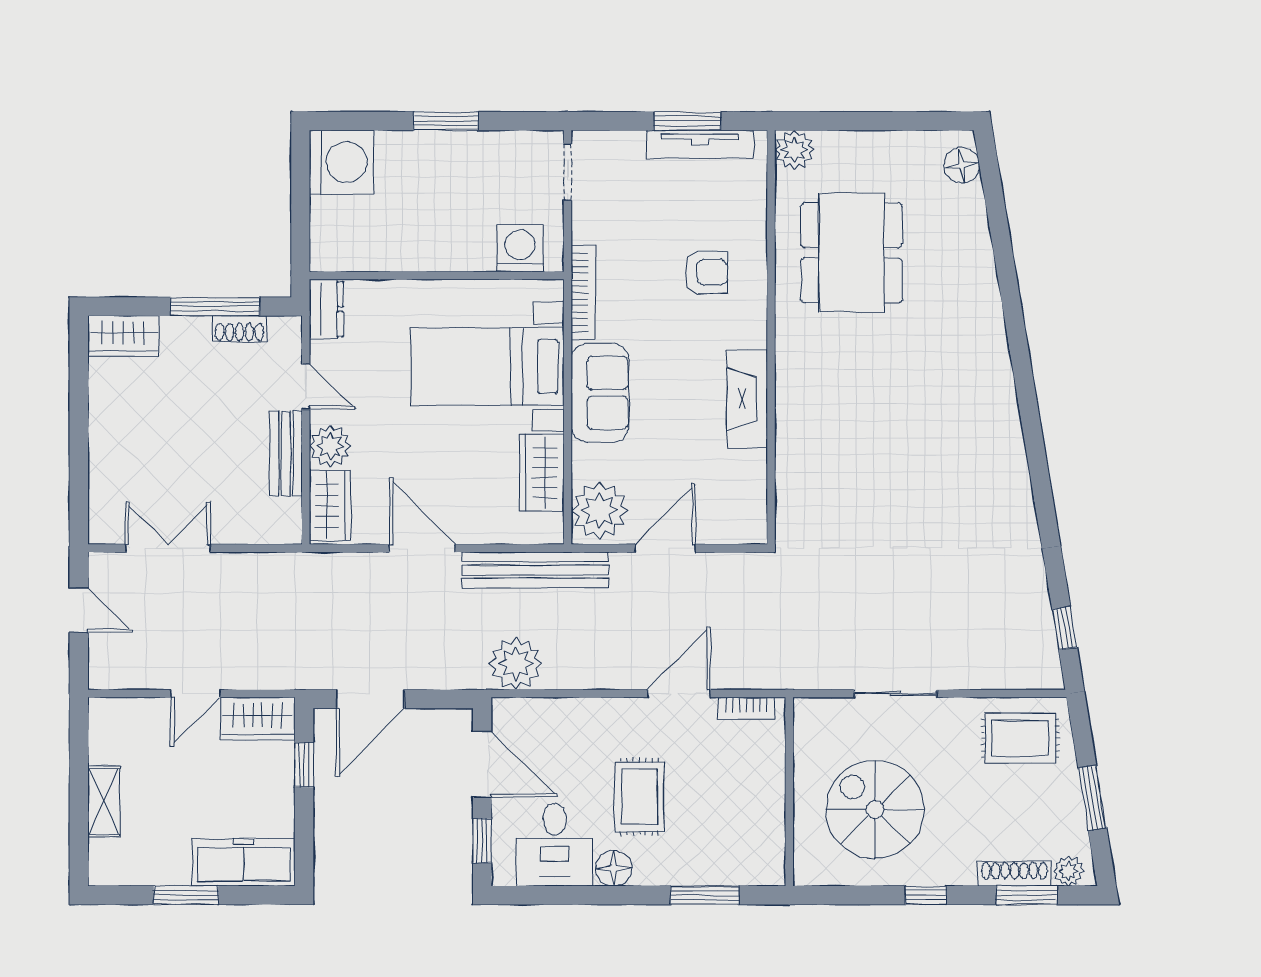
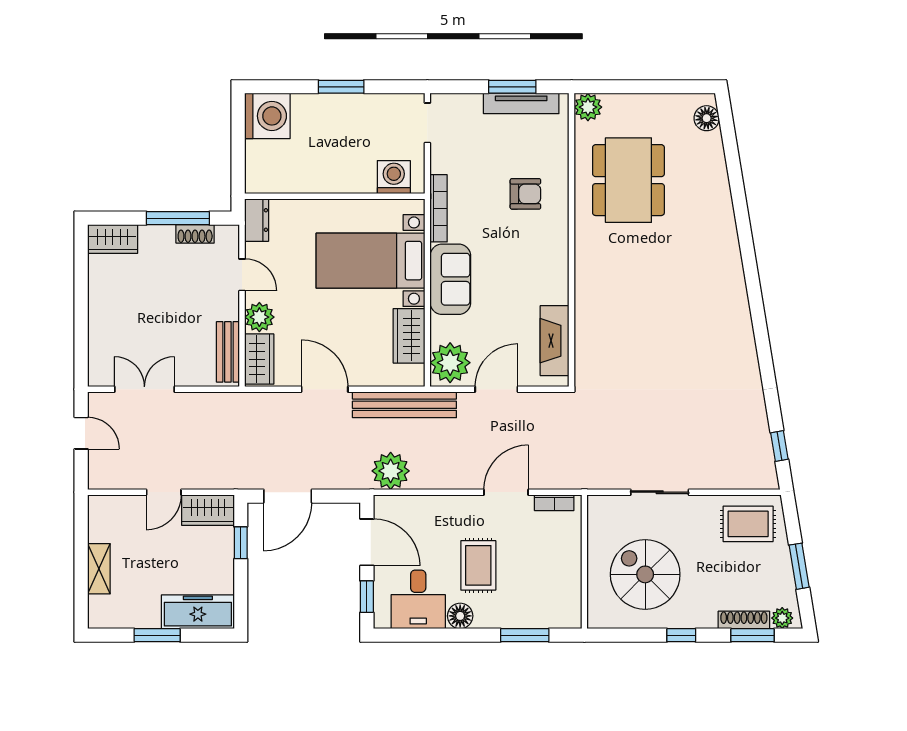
fireplace: (747, 399) -> (555, 341), moved
bench: (286, 453) -> (228, 352), moved

